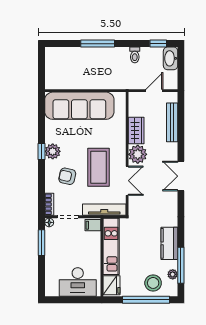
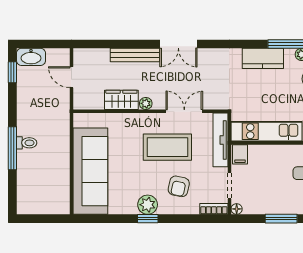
toilet: (135, 55) -> (27, 143), moved
bench: (172, 122) -> (135, 55), moved
plant: (138, 154) -> (146, 103), width x0.53, depth x0.53
window: (41, 243) -> (281, 219), moved

